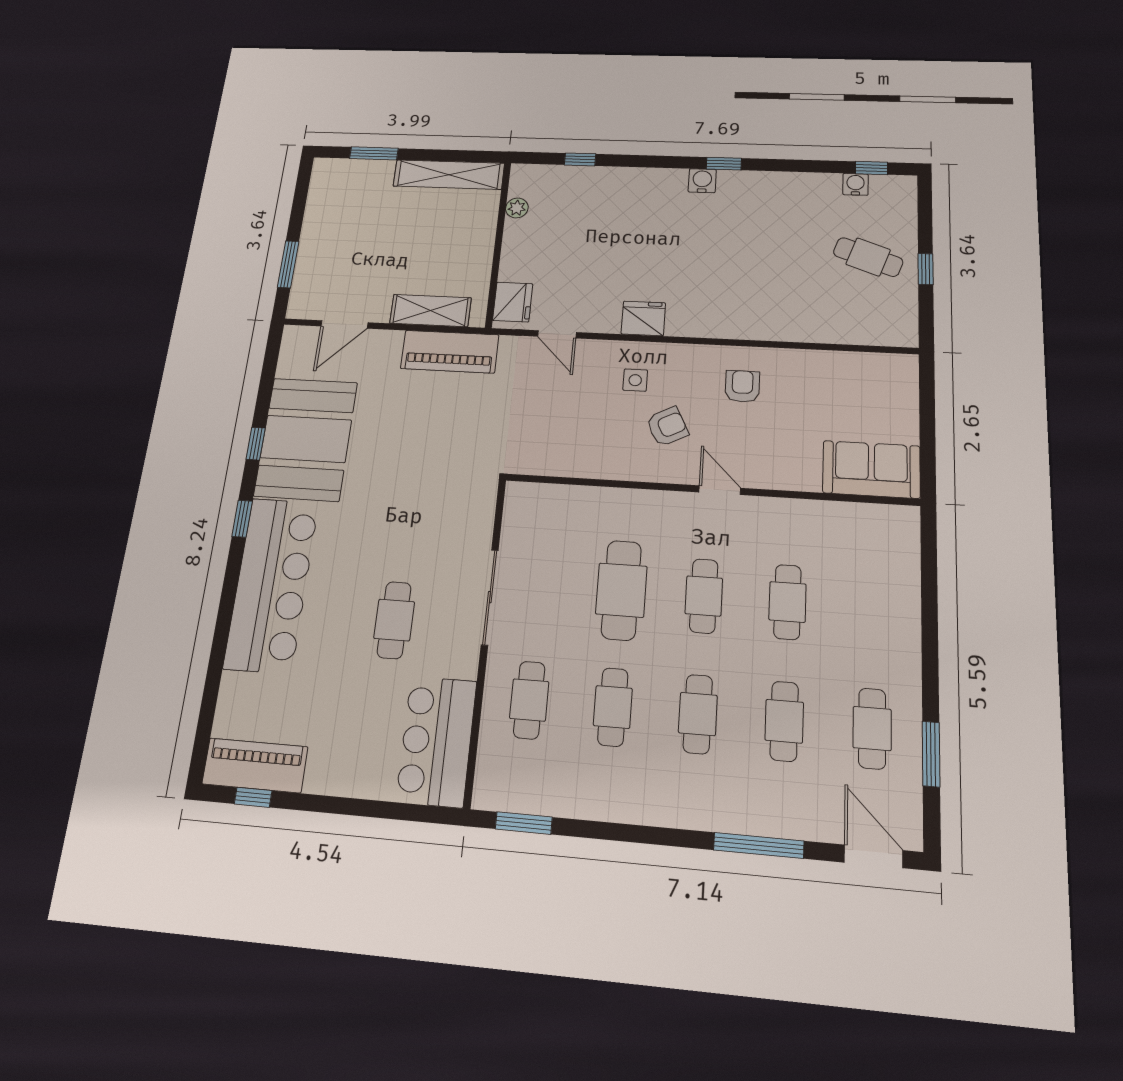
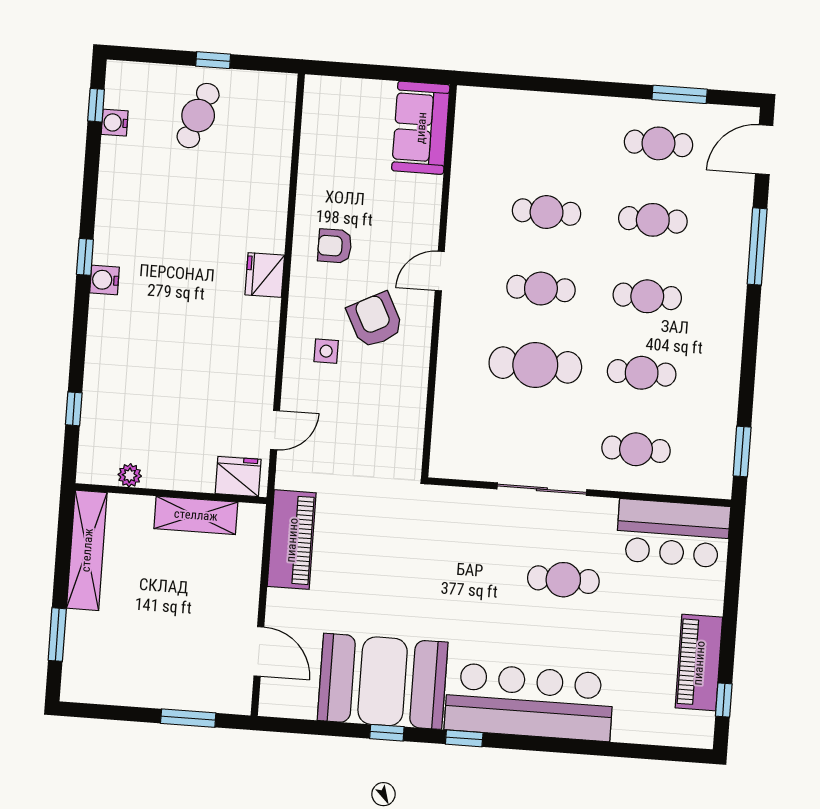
shelving: (430, 311) -> (196, 515), moved, turned 90
fridge: (643, 318) -> (265, 275), moved
armchair: (667, 426) -> (375, 320), width x1.38, depth x1.38
piano: (255, 765) -> (699, 663), moved

